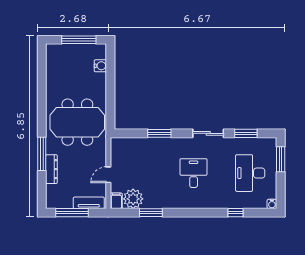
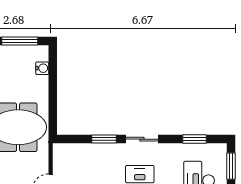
sliding door: (208, 133) -> (142, 139), moved

